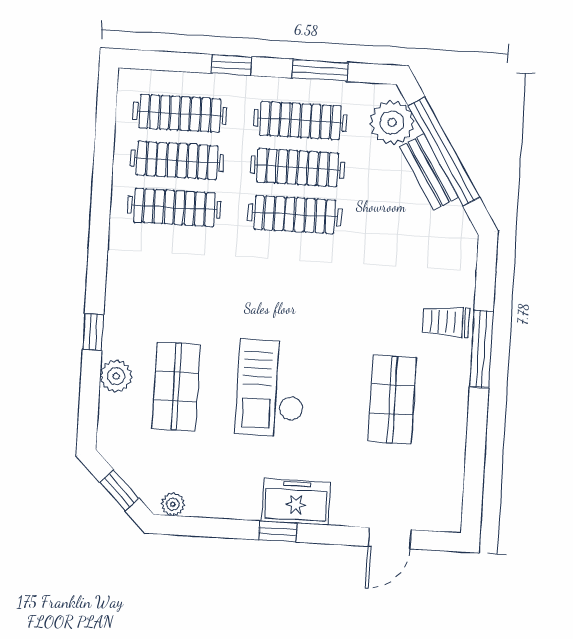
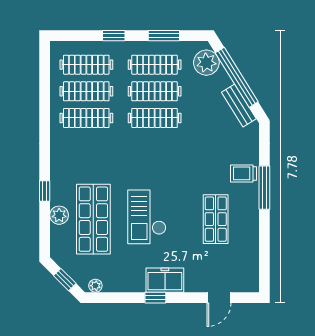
bench: (429, 172) -> (239, 105), moved
shop shelf: (176, 387) -> (93, 219), width x1.43, depth x1.36

